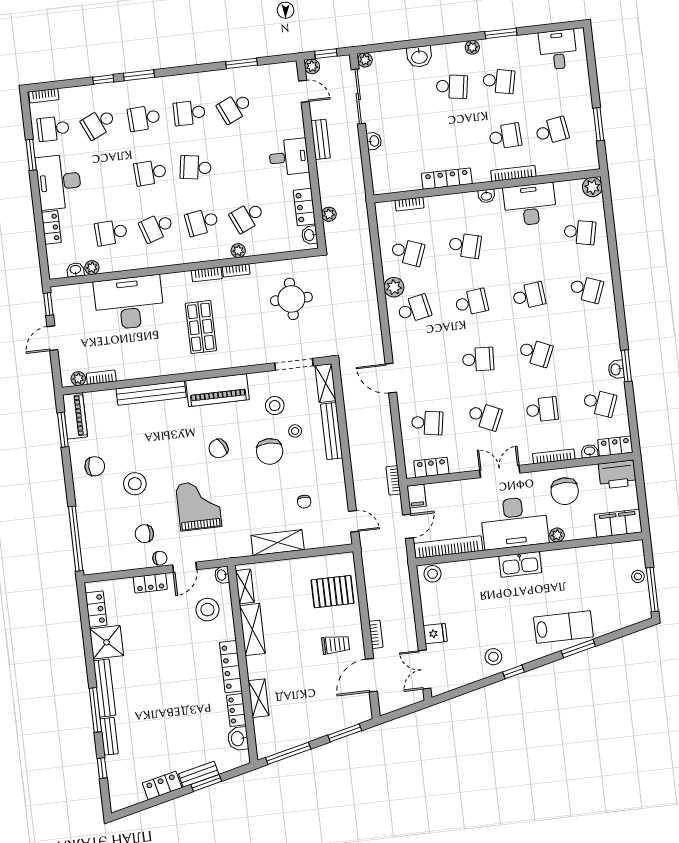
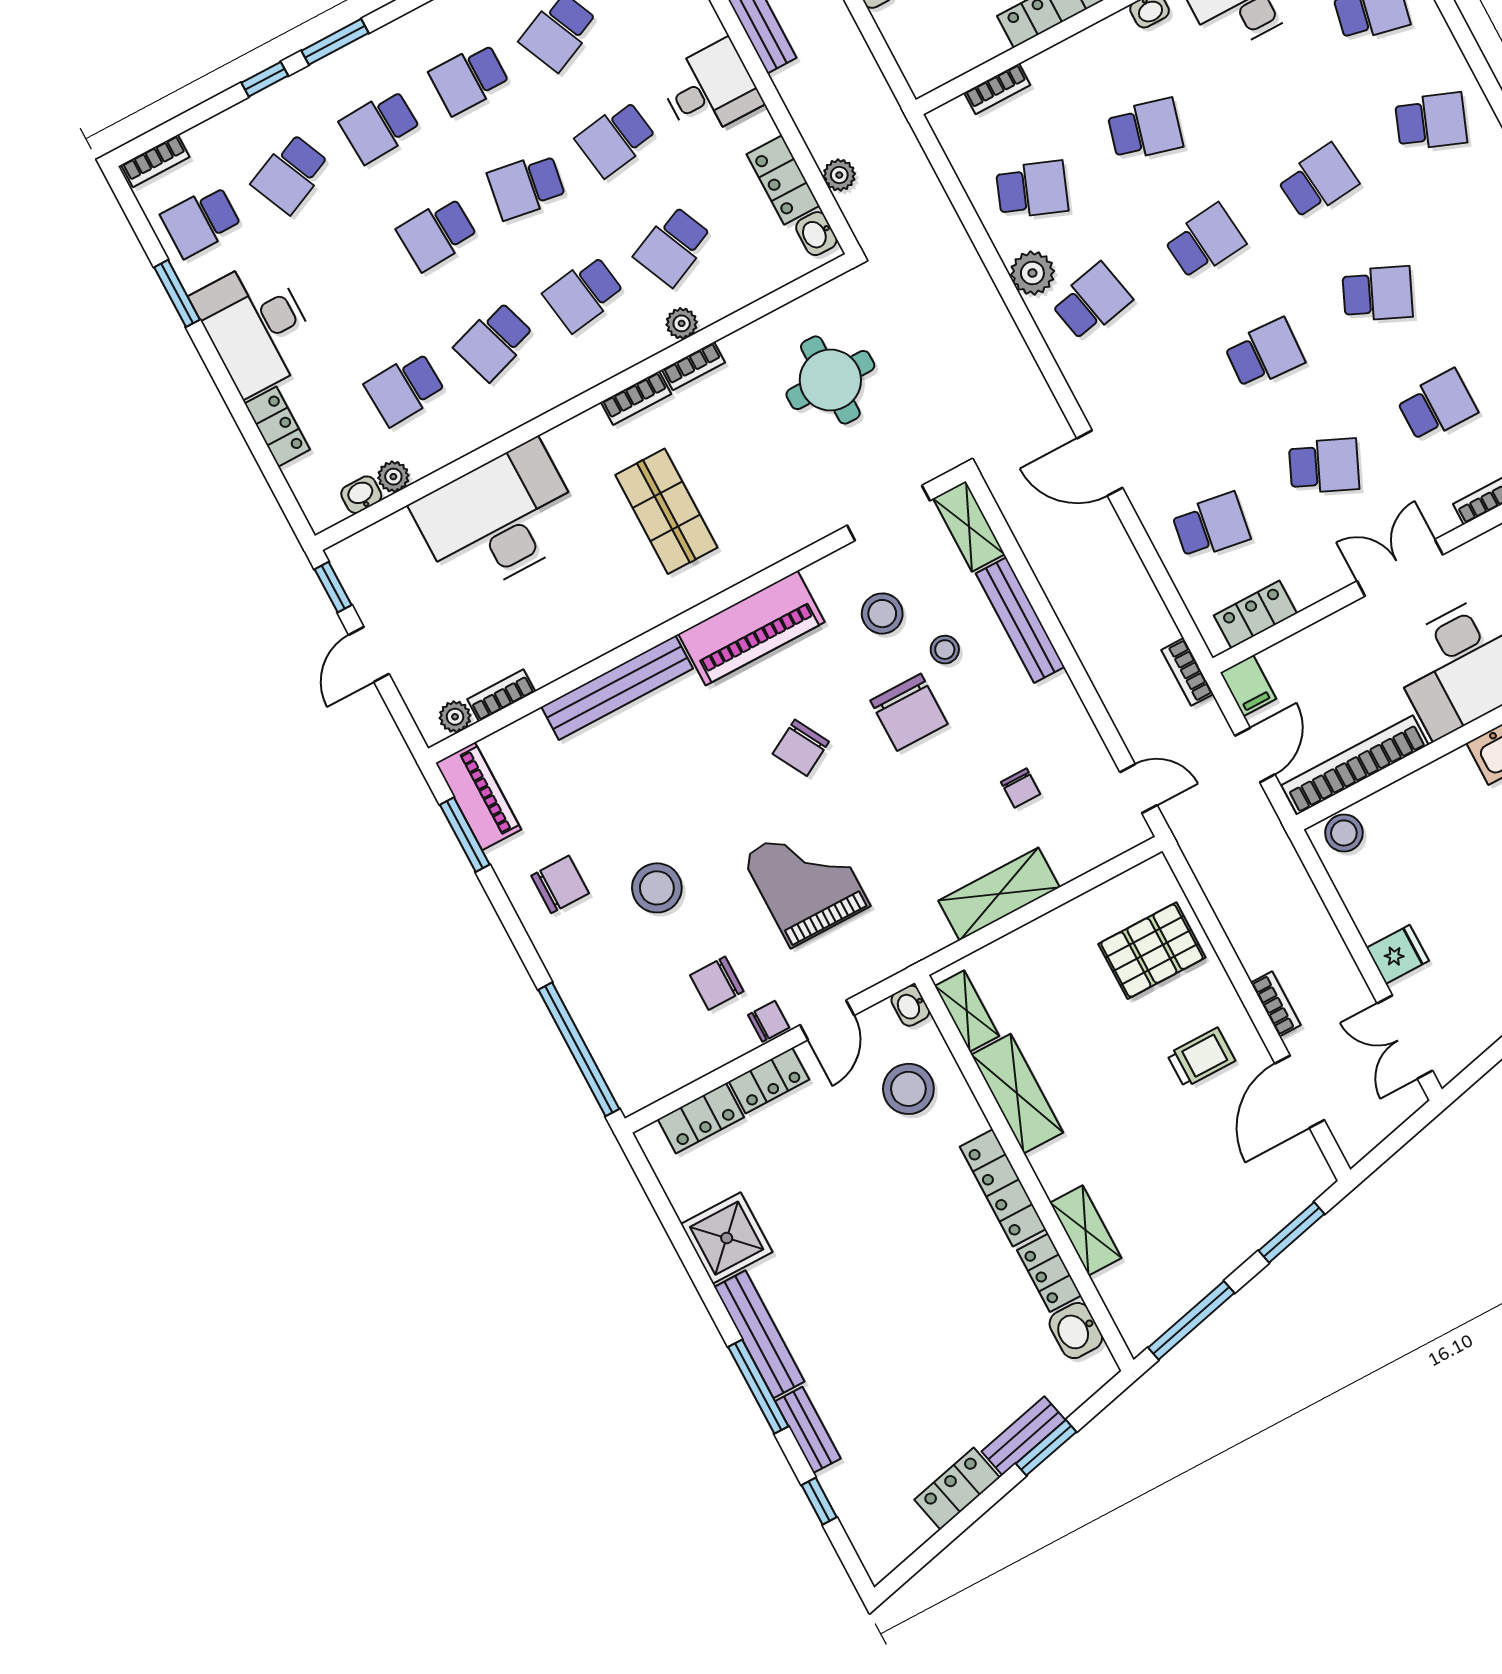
school desk: (241, 162) -> (616, 139), added
locker: (96, 609) -> (701, 1118), moved, turned 90

